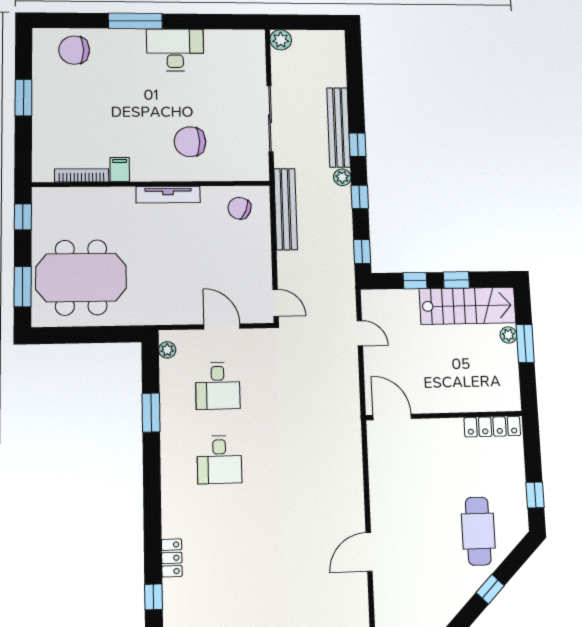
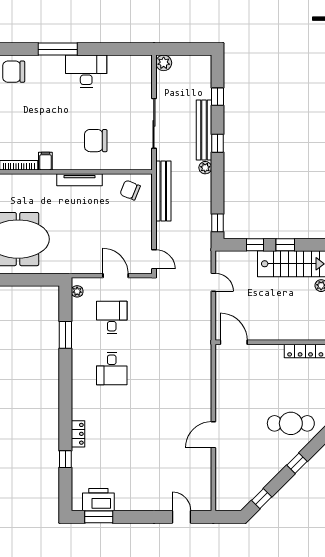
window: (360, 197) -> (217, 97), moved
desk: (218, 386) -> (112, 317), turned 180
cafe table: (478, 531) -> (291, 423), turned 90

